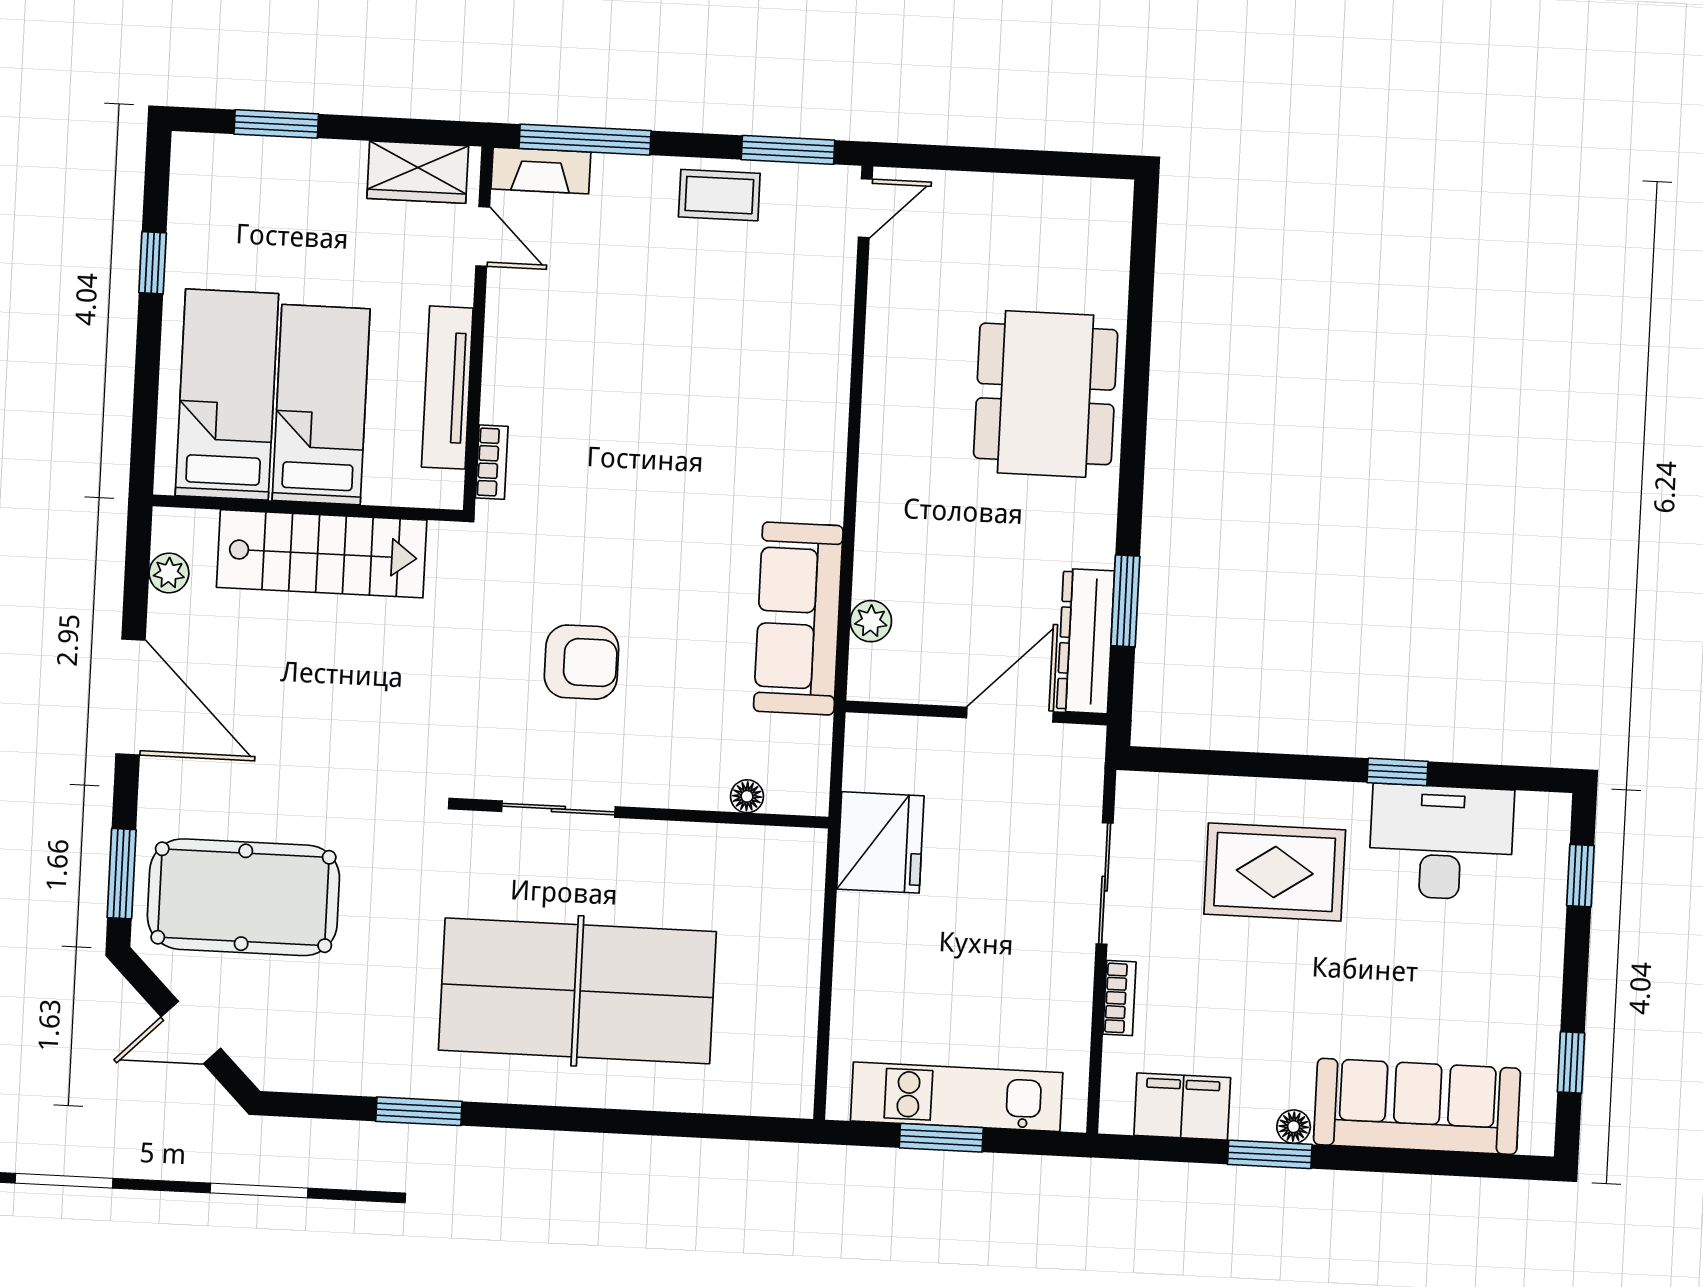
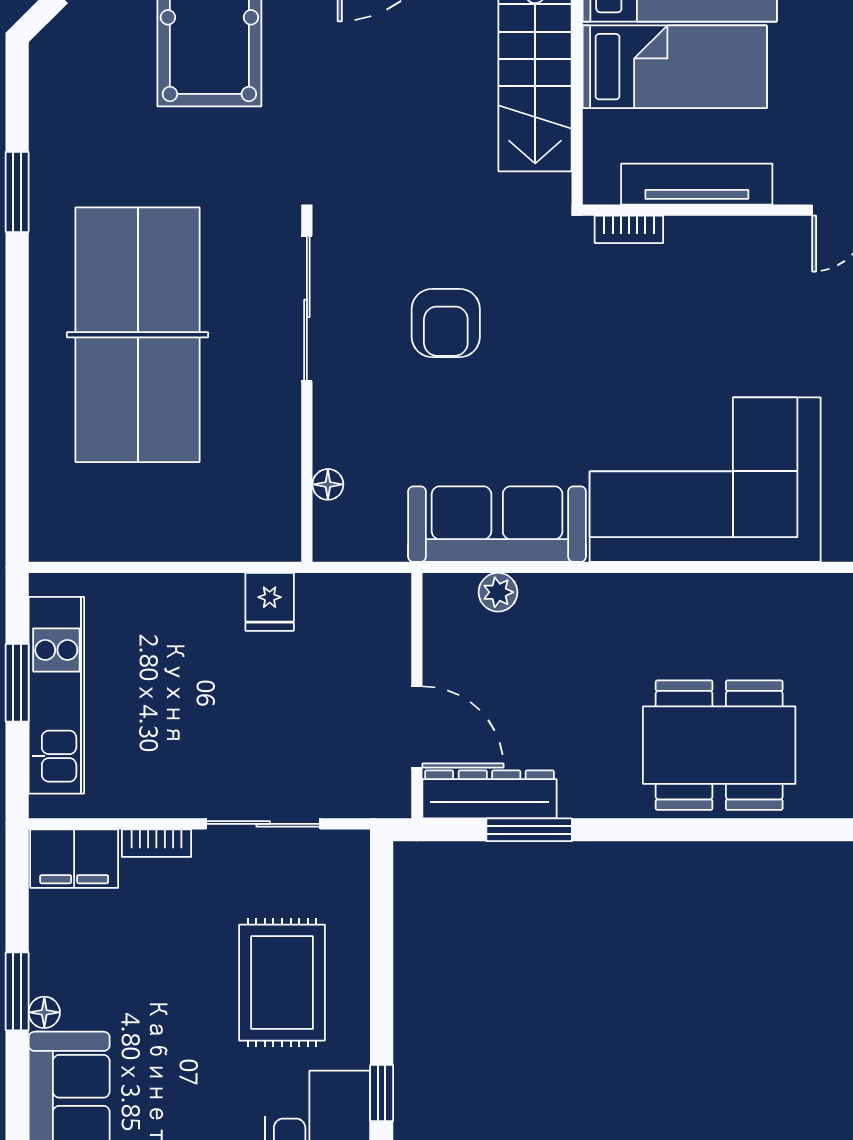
corner sofa: (762, 395) -> (705, 480), added
sliding door: (558, 809) -> (307, 308), width x1.37
fridge: (880, 842) -> (270, 602), width x0.53, depth x0.75
filing cabinet: (1182, 1106) -> (74, 859), moved, turned 90

